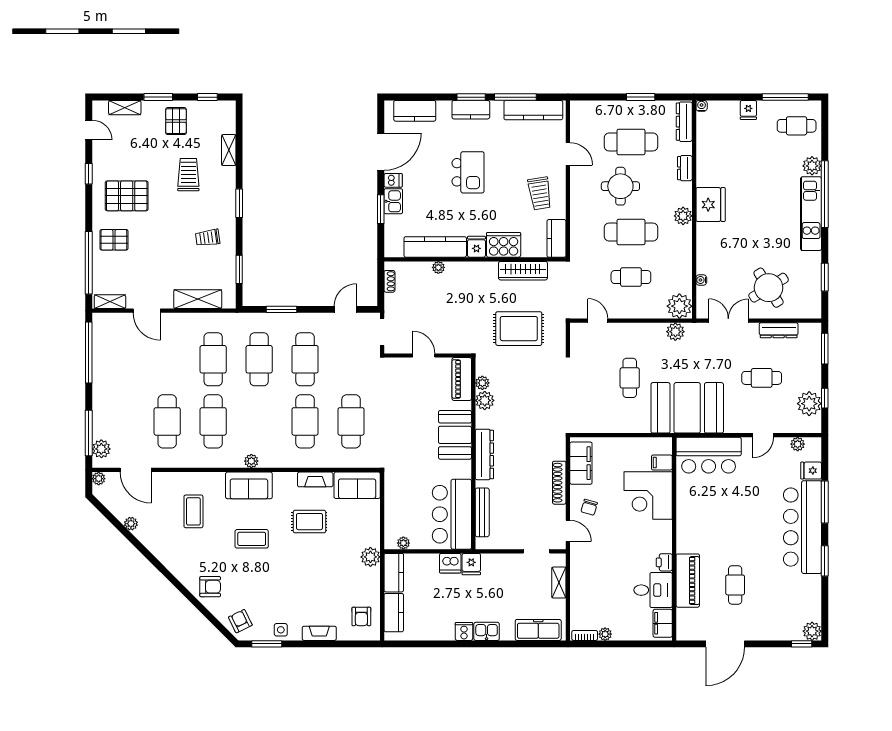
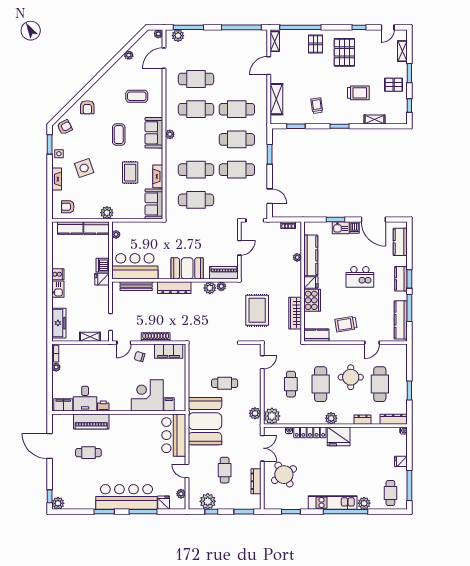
locker: (704, 248) -> (310, 432), added
side table: (302, 591) -> (84, 168), added

